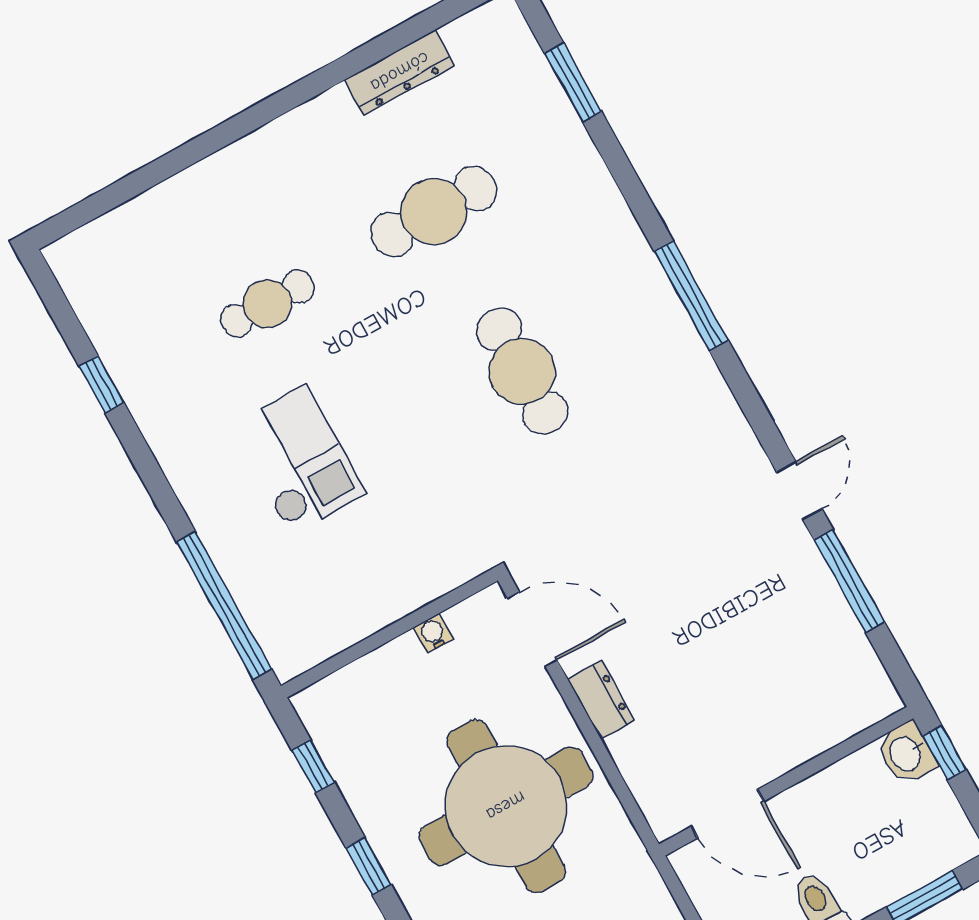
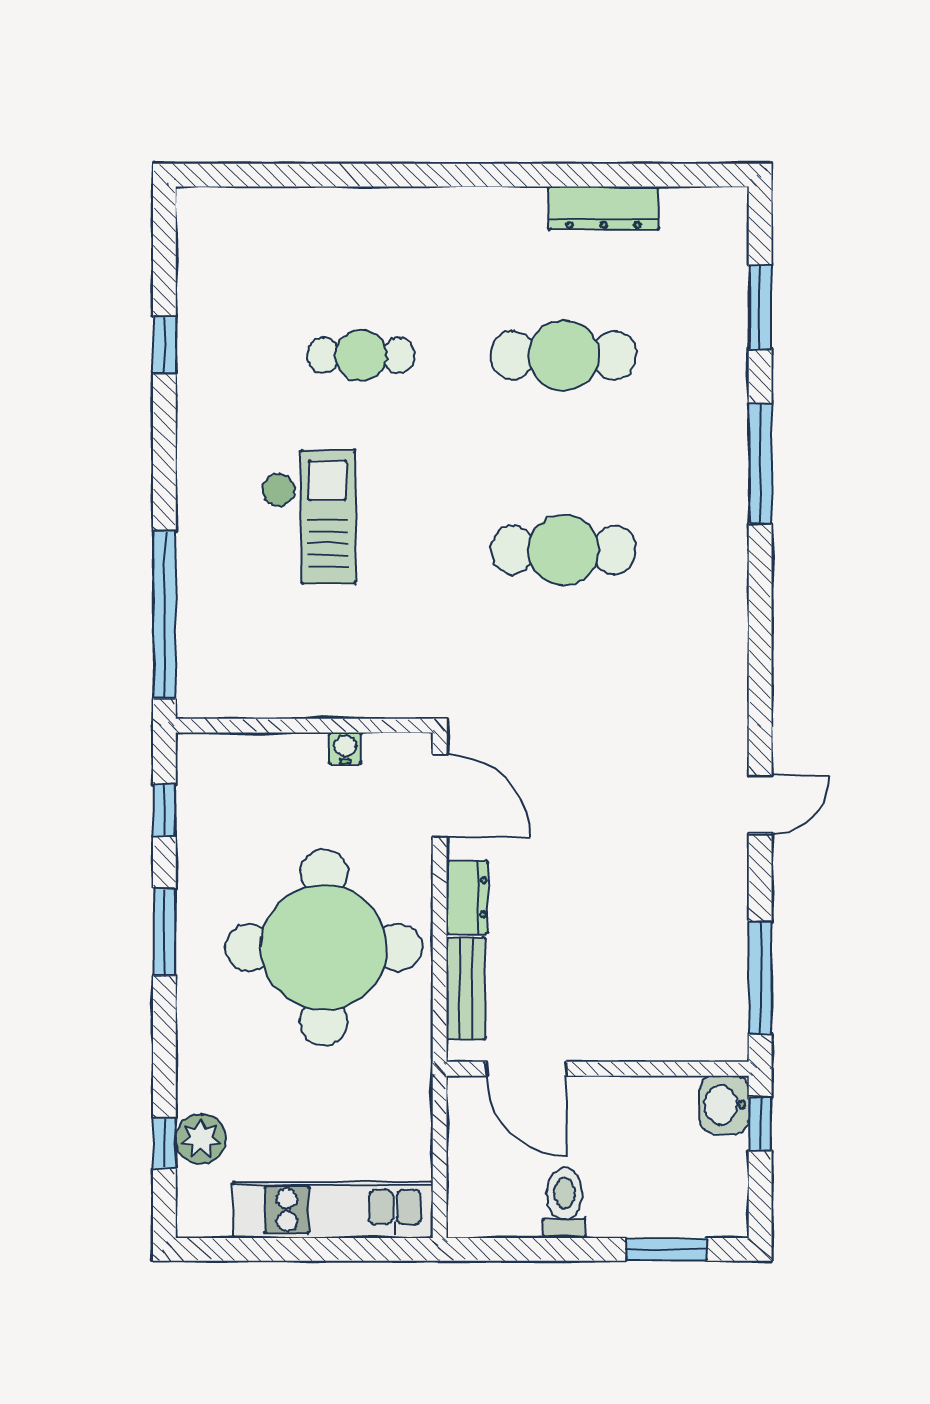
window: (691, 296) -> (760, 463), moved
cafe table: (522, 371) -> (564, 550), turned 90
window: (849, 581) -> (760, 978), moved
bench: (642, 775) -> (466, 989), added
window: (368, 866) -> (164, 932), width x1.50

